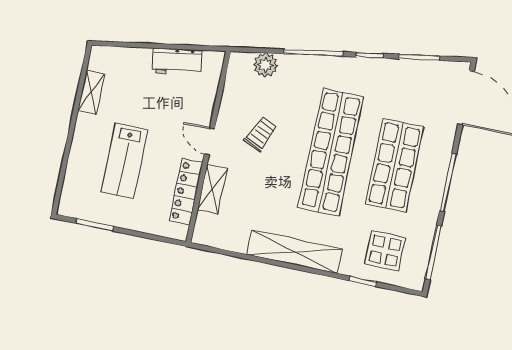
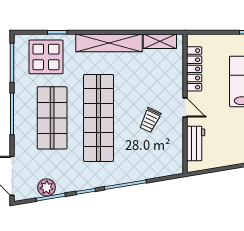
workbench: (177, 62) -> (196, 143), moved, turned 99
plant: (265, 65) -> (46, 187), moved
shelving: (212, 189) -> (160, 41), moved, turned 90
display table: (385, 251) -> (46, 57), width x1.36, depth x1.36

